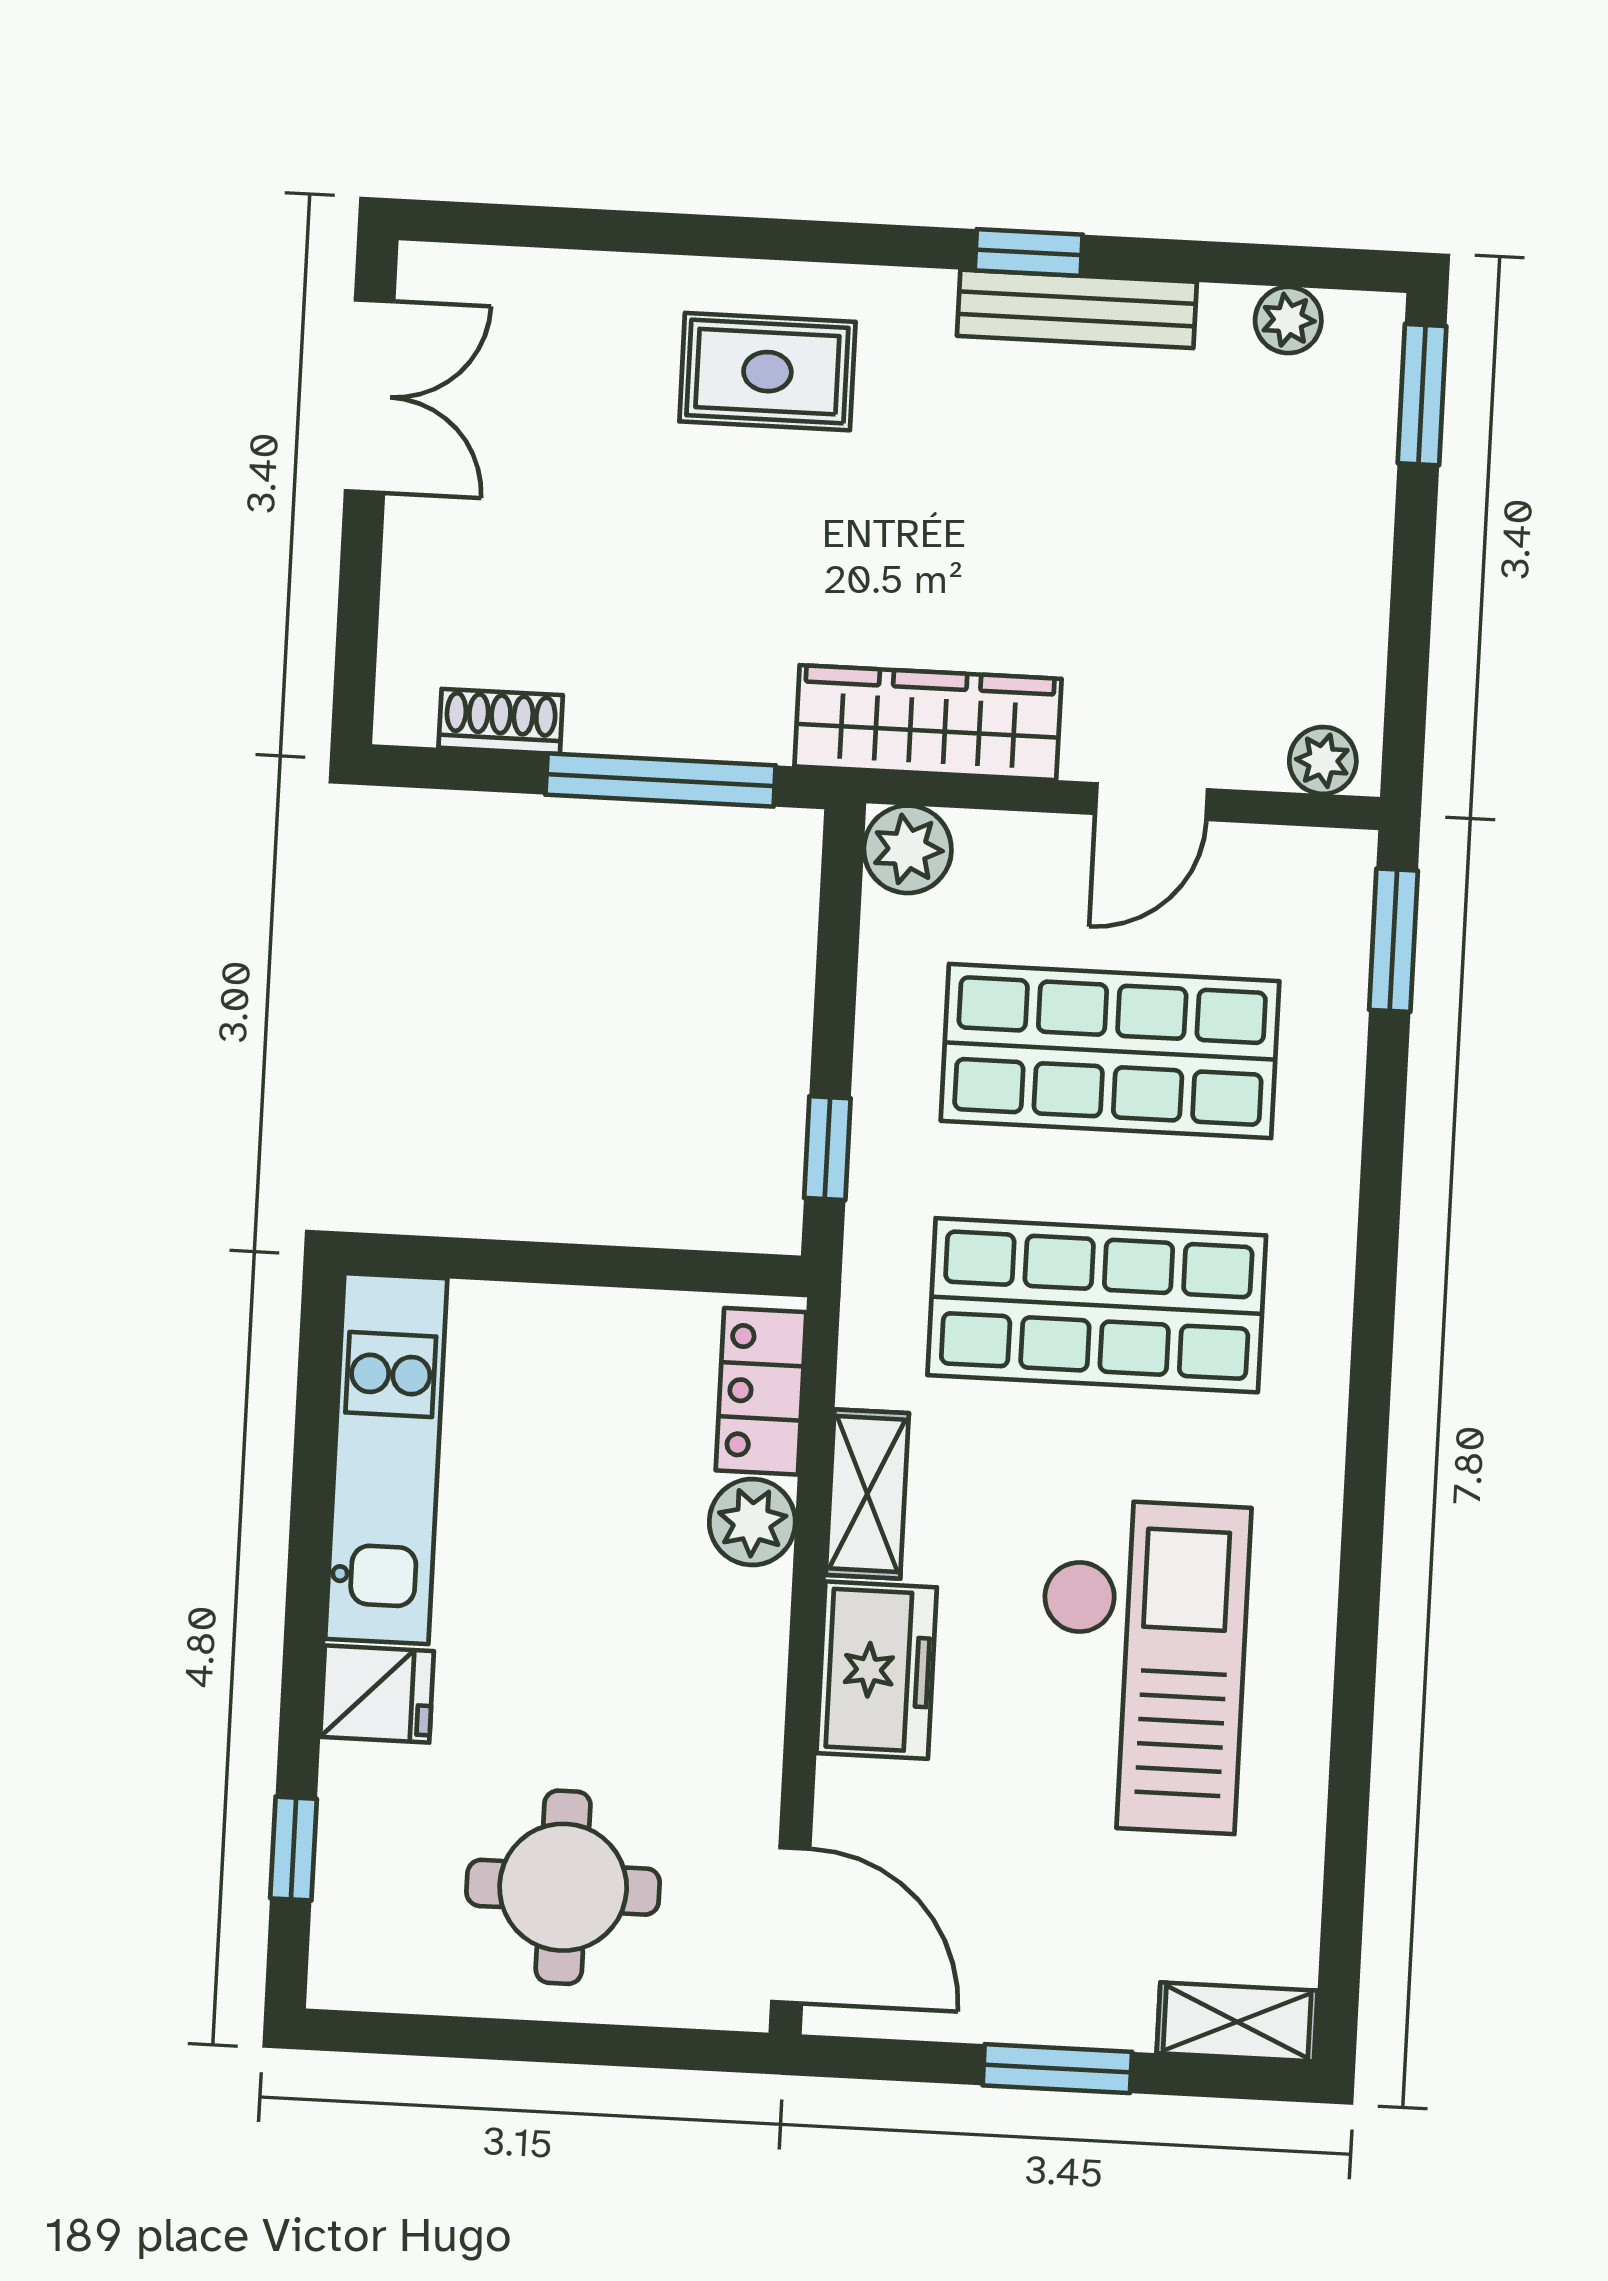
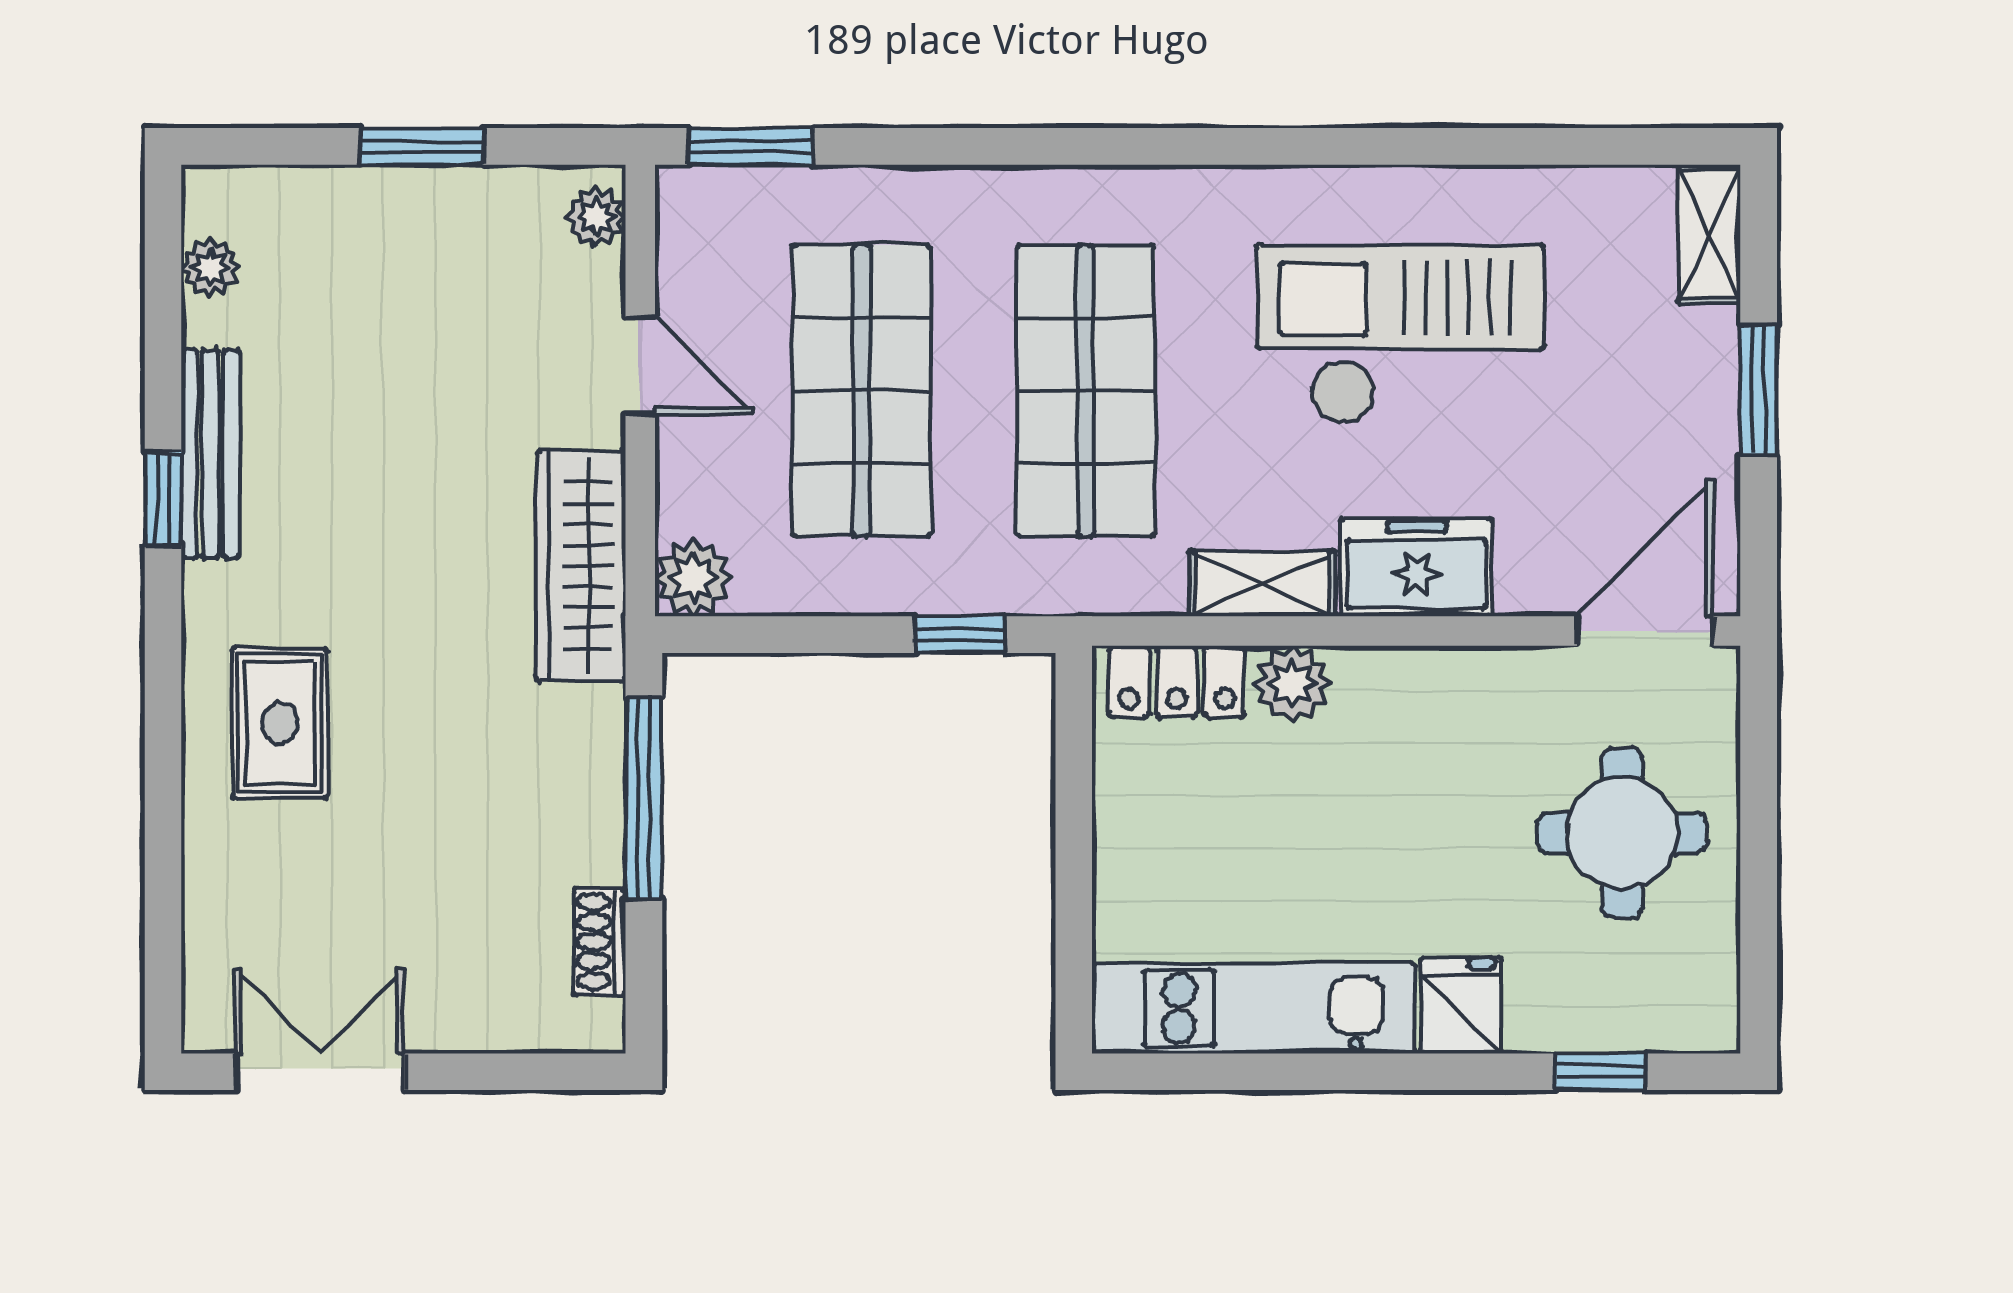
window: (1422, 395) -> (422, 146), moved

